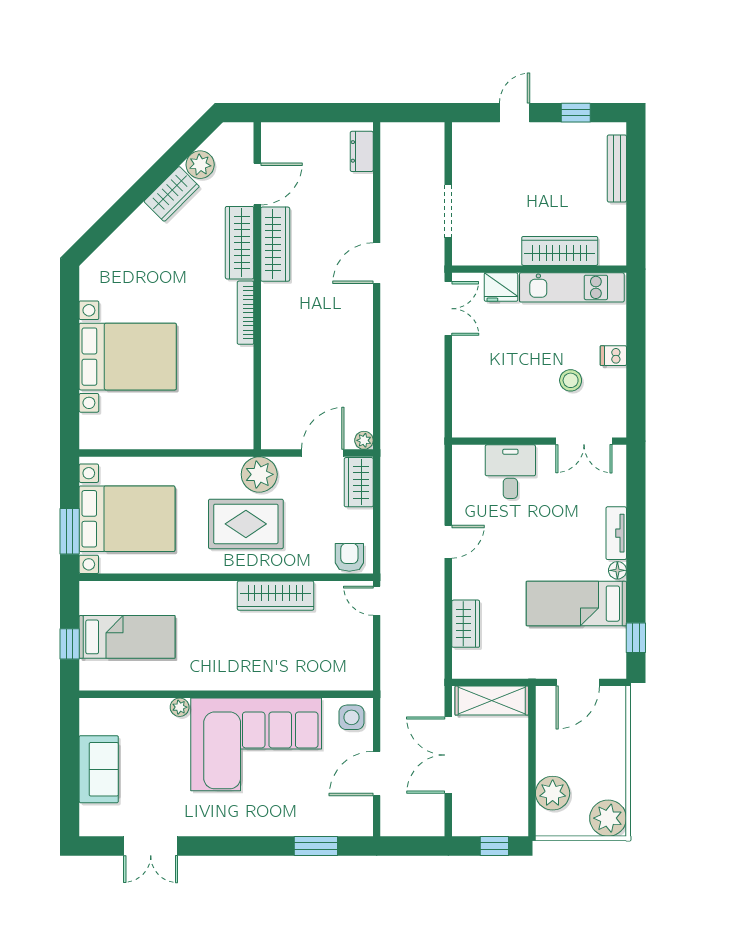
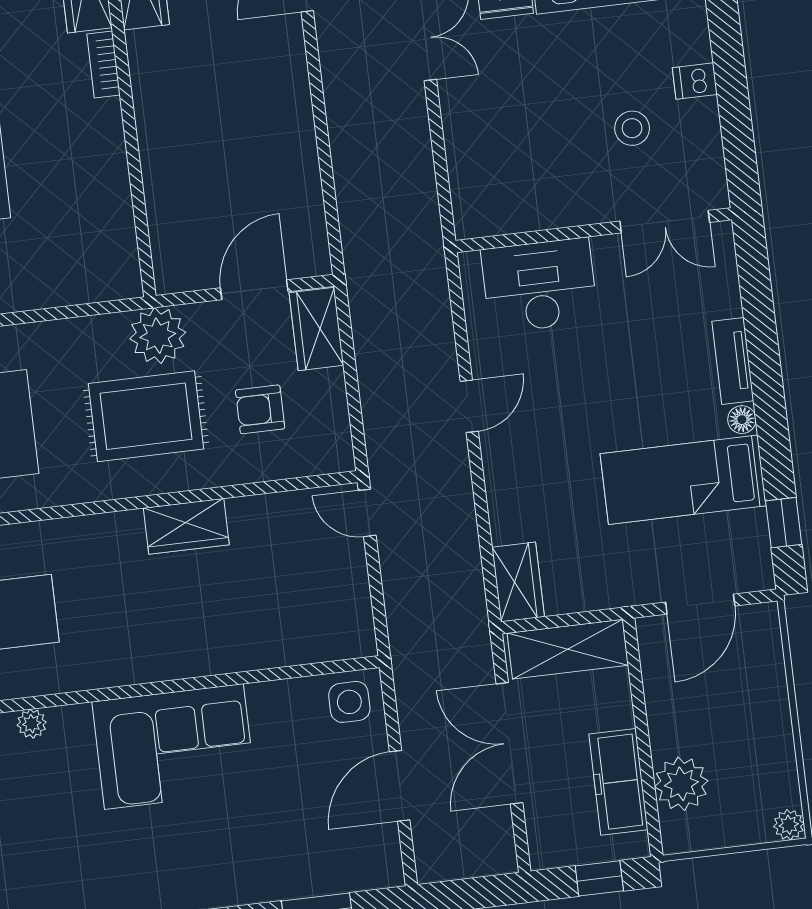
bookcase: (245, 313) -> (103, 65), width x0.64
plant: (364, 440) -> (317, 262), removed
desk: (510, 472) -> (539, 285), width x1.37
armchair: (349, 557) -> (260, 409), moved, turned -90
wardrobe: (276, 596) -> (186, 526), width x0.67
wardrobe: (466, 624) -> (518, 582), moved
plant: (180, 707) -> (32, 724), moved
corner sofa: (256, 744) -> (174, 747), width x0.73, depth x0.74
freezer: (513, 787) -> (618, 782), added
plant: (608, 818) -> (789, 825), width x0.53, depth x0.53

